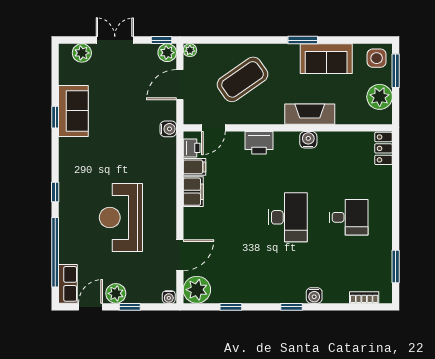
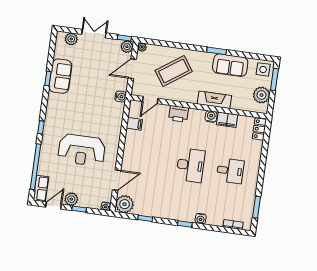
printer: (192, 148) -> (134, 111), removed
filing cabinet: (193, 192) -> (227, 120), moved, turned 90
reception desk: (121, 217) -> (82, 150), turned -90

